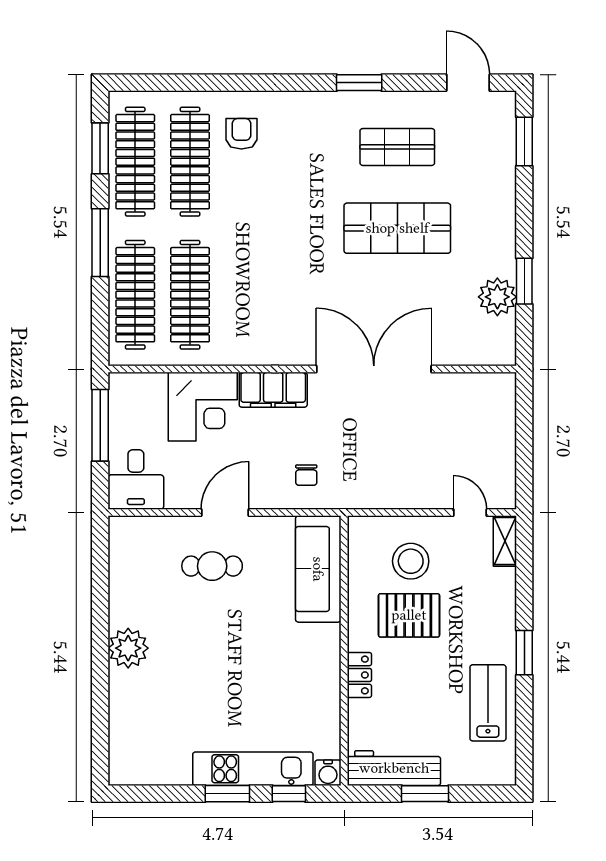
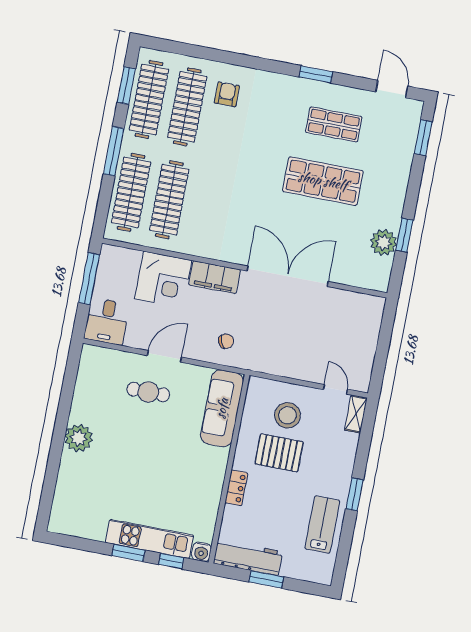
chair: (306, 475) -> (226, 341), turned -114

